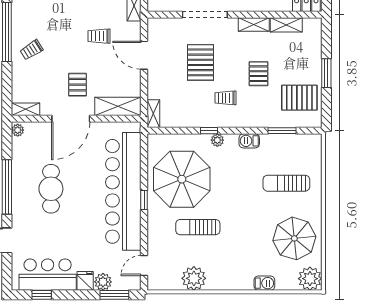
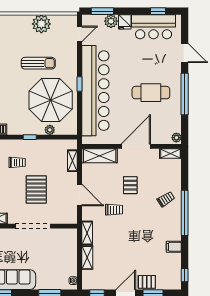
pallet: (78, 85) -> (130, 185), moved
shelving: (153, 114) -> (72, 161), moved
plant: (217, 140) -> (50, 130), moved
cafe table: (51, 189) -> (151, 93), turned 90

